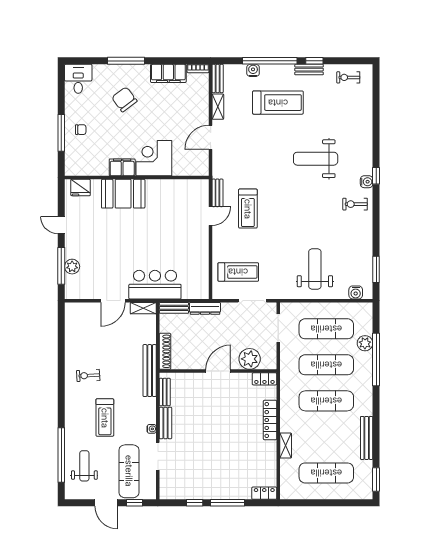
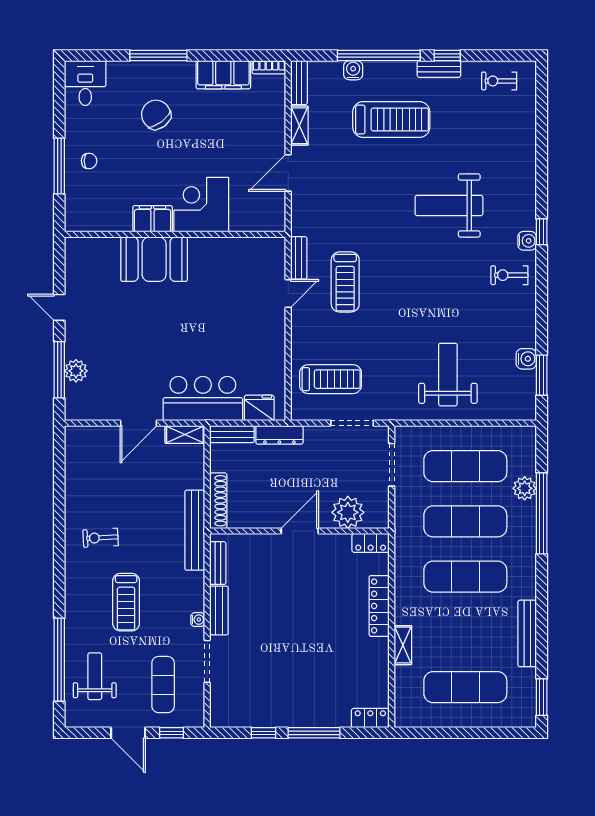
fridge: (81, 188) -> (259, 408), moved, turned 180
water cooler: (356, 292) -> (526, 359), moved, turned -90
exercise mat: (129, 471) -> (163, 685), width x0.73, depth x0.69

